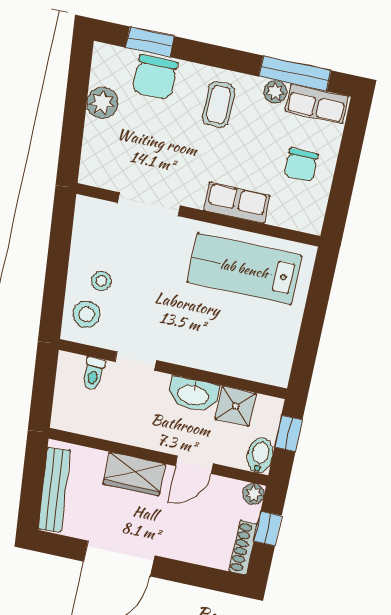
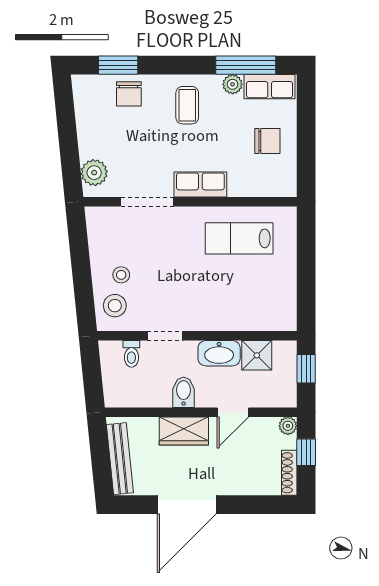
chair: (155, 77) -> (129, 94), width x0.73, depth x0.73
plant: (102, 103) -> (94, 173), moved
chair: (301, 165) -> (267, 141), turned -90
row of seats: (237, 203) -> (200, 184), moved
lab bench: (244, 269) -> (239, 238), width x0.73, depth x0.72
bidet: (260, 455) -> (184, 392), moved

